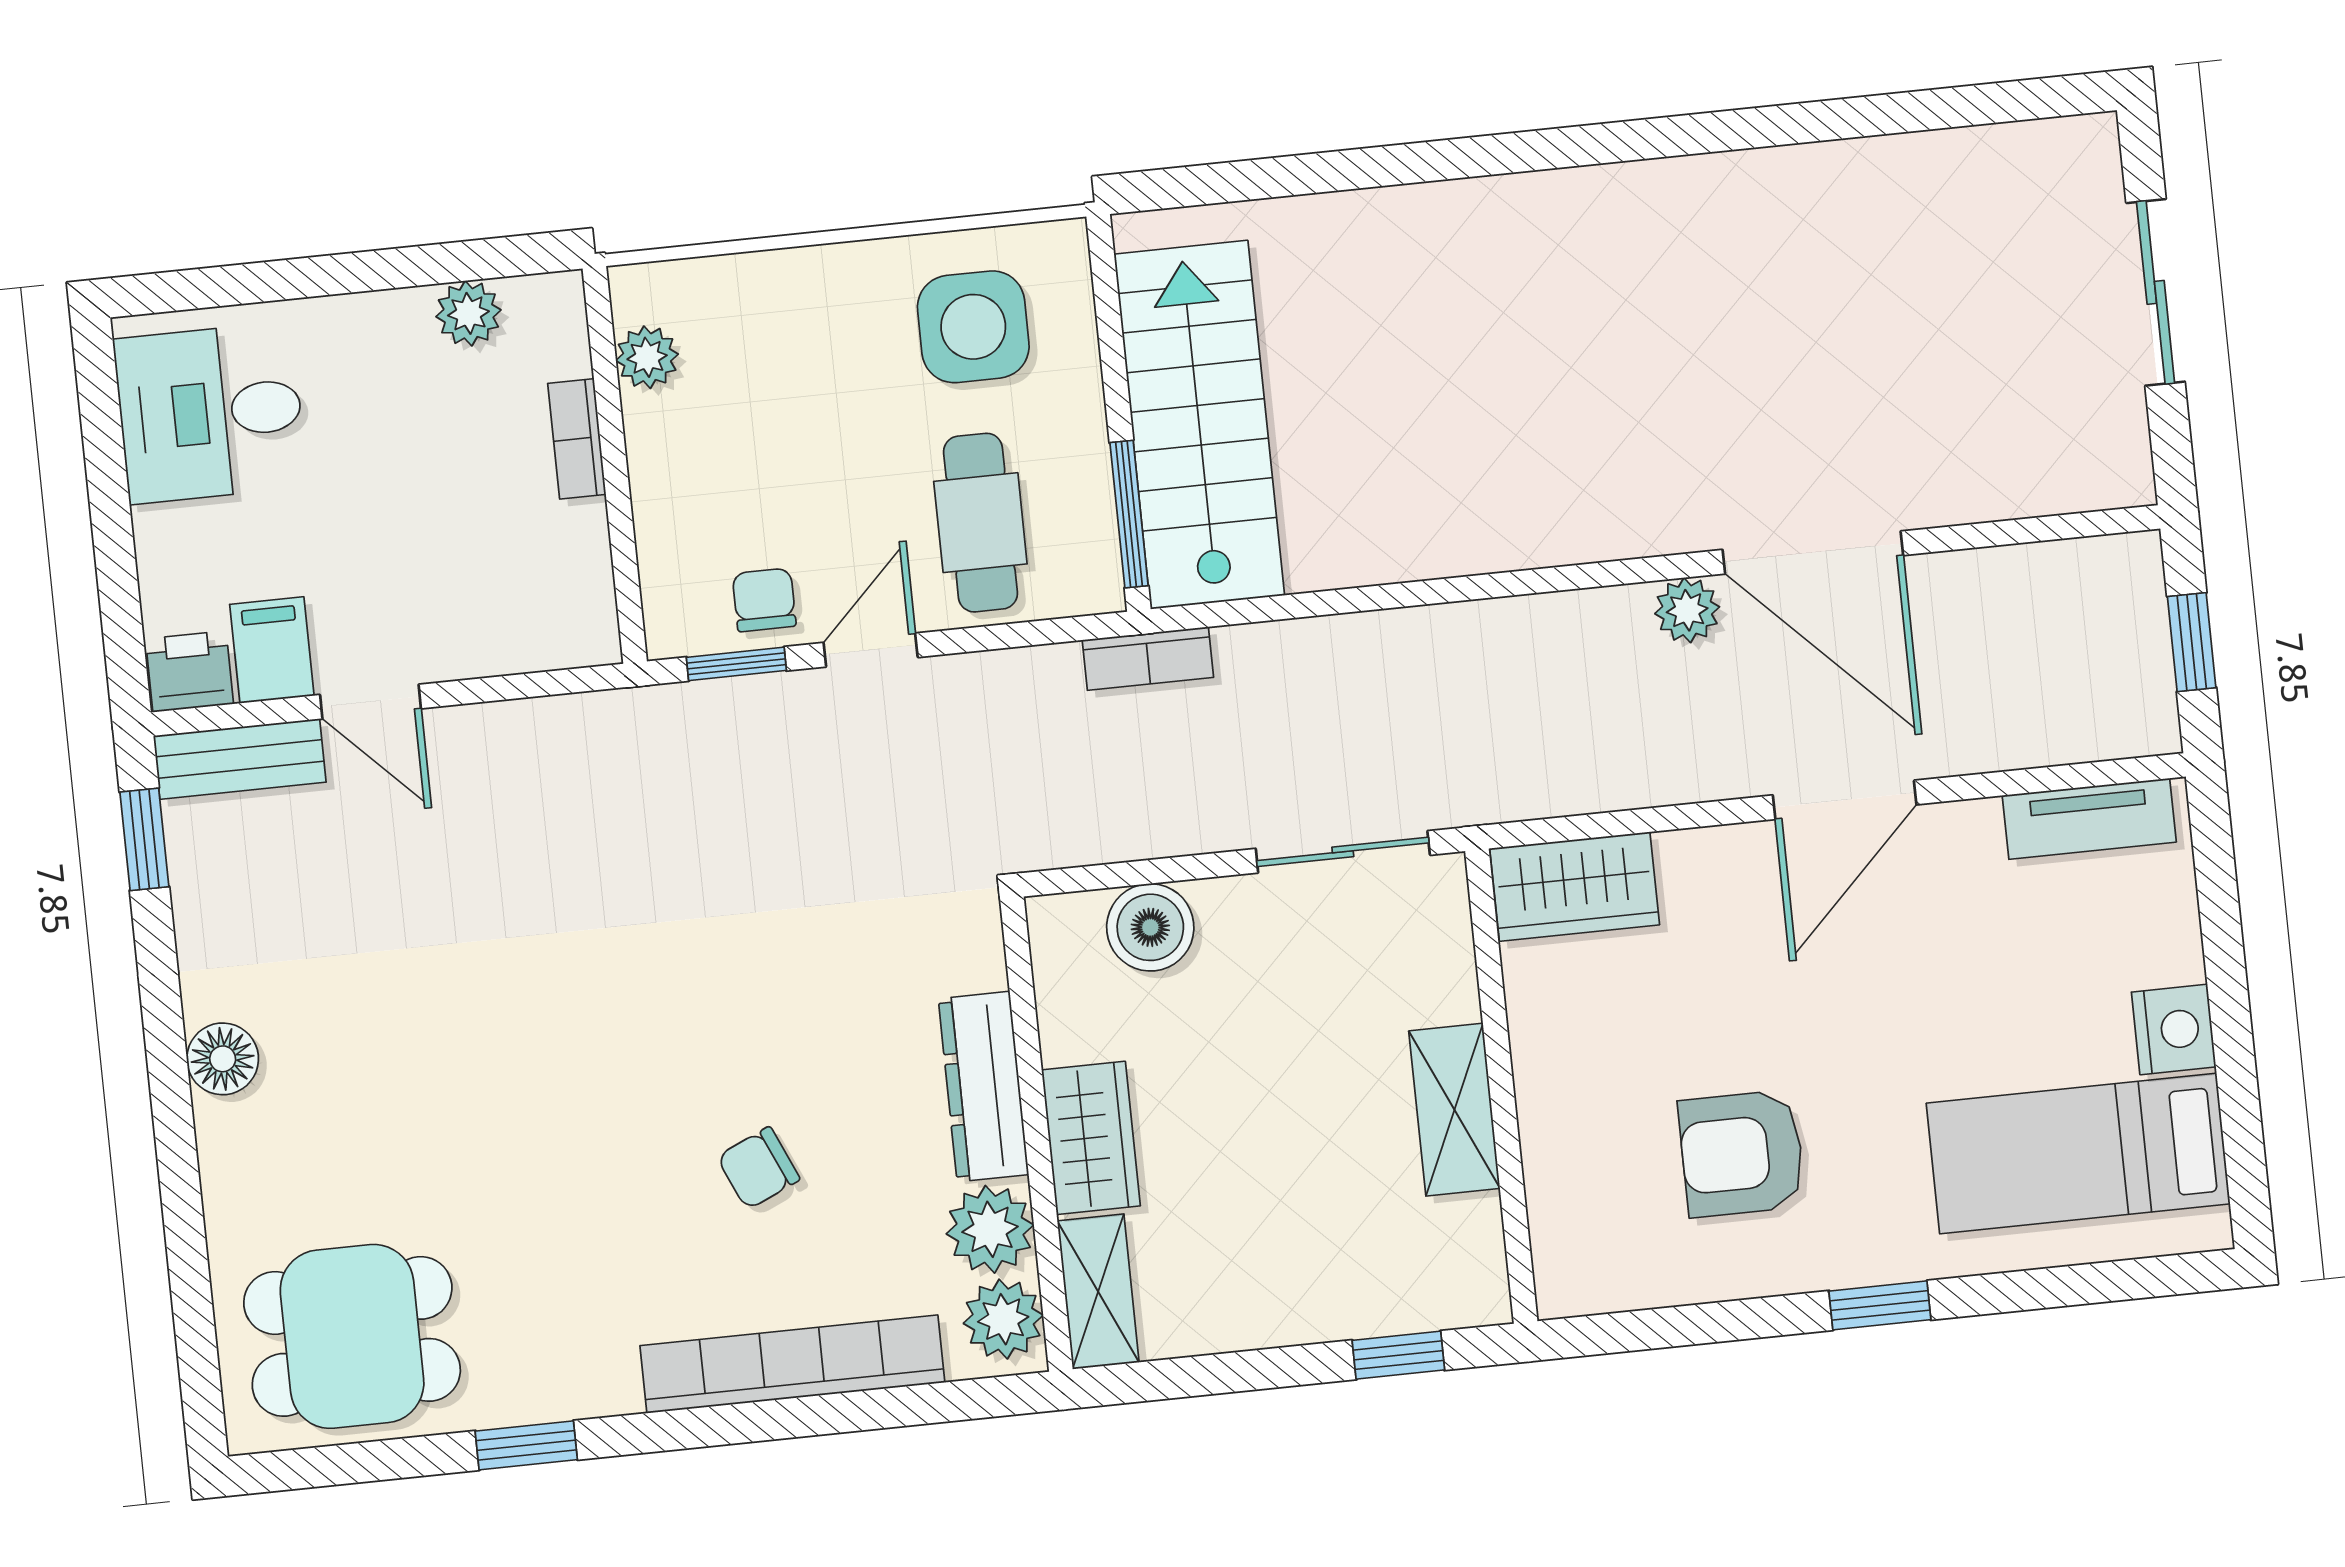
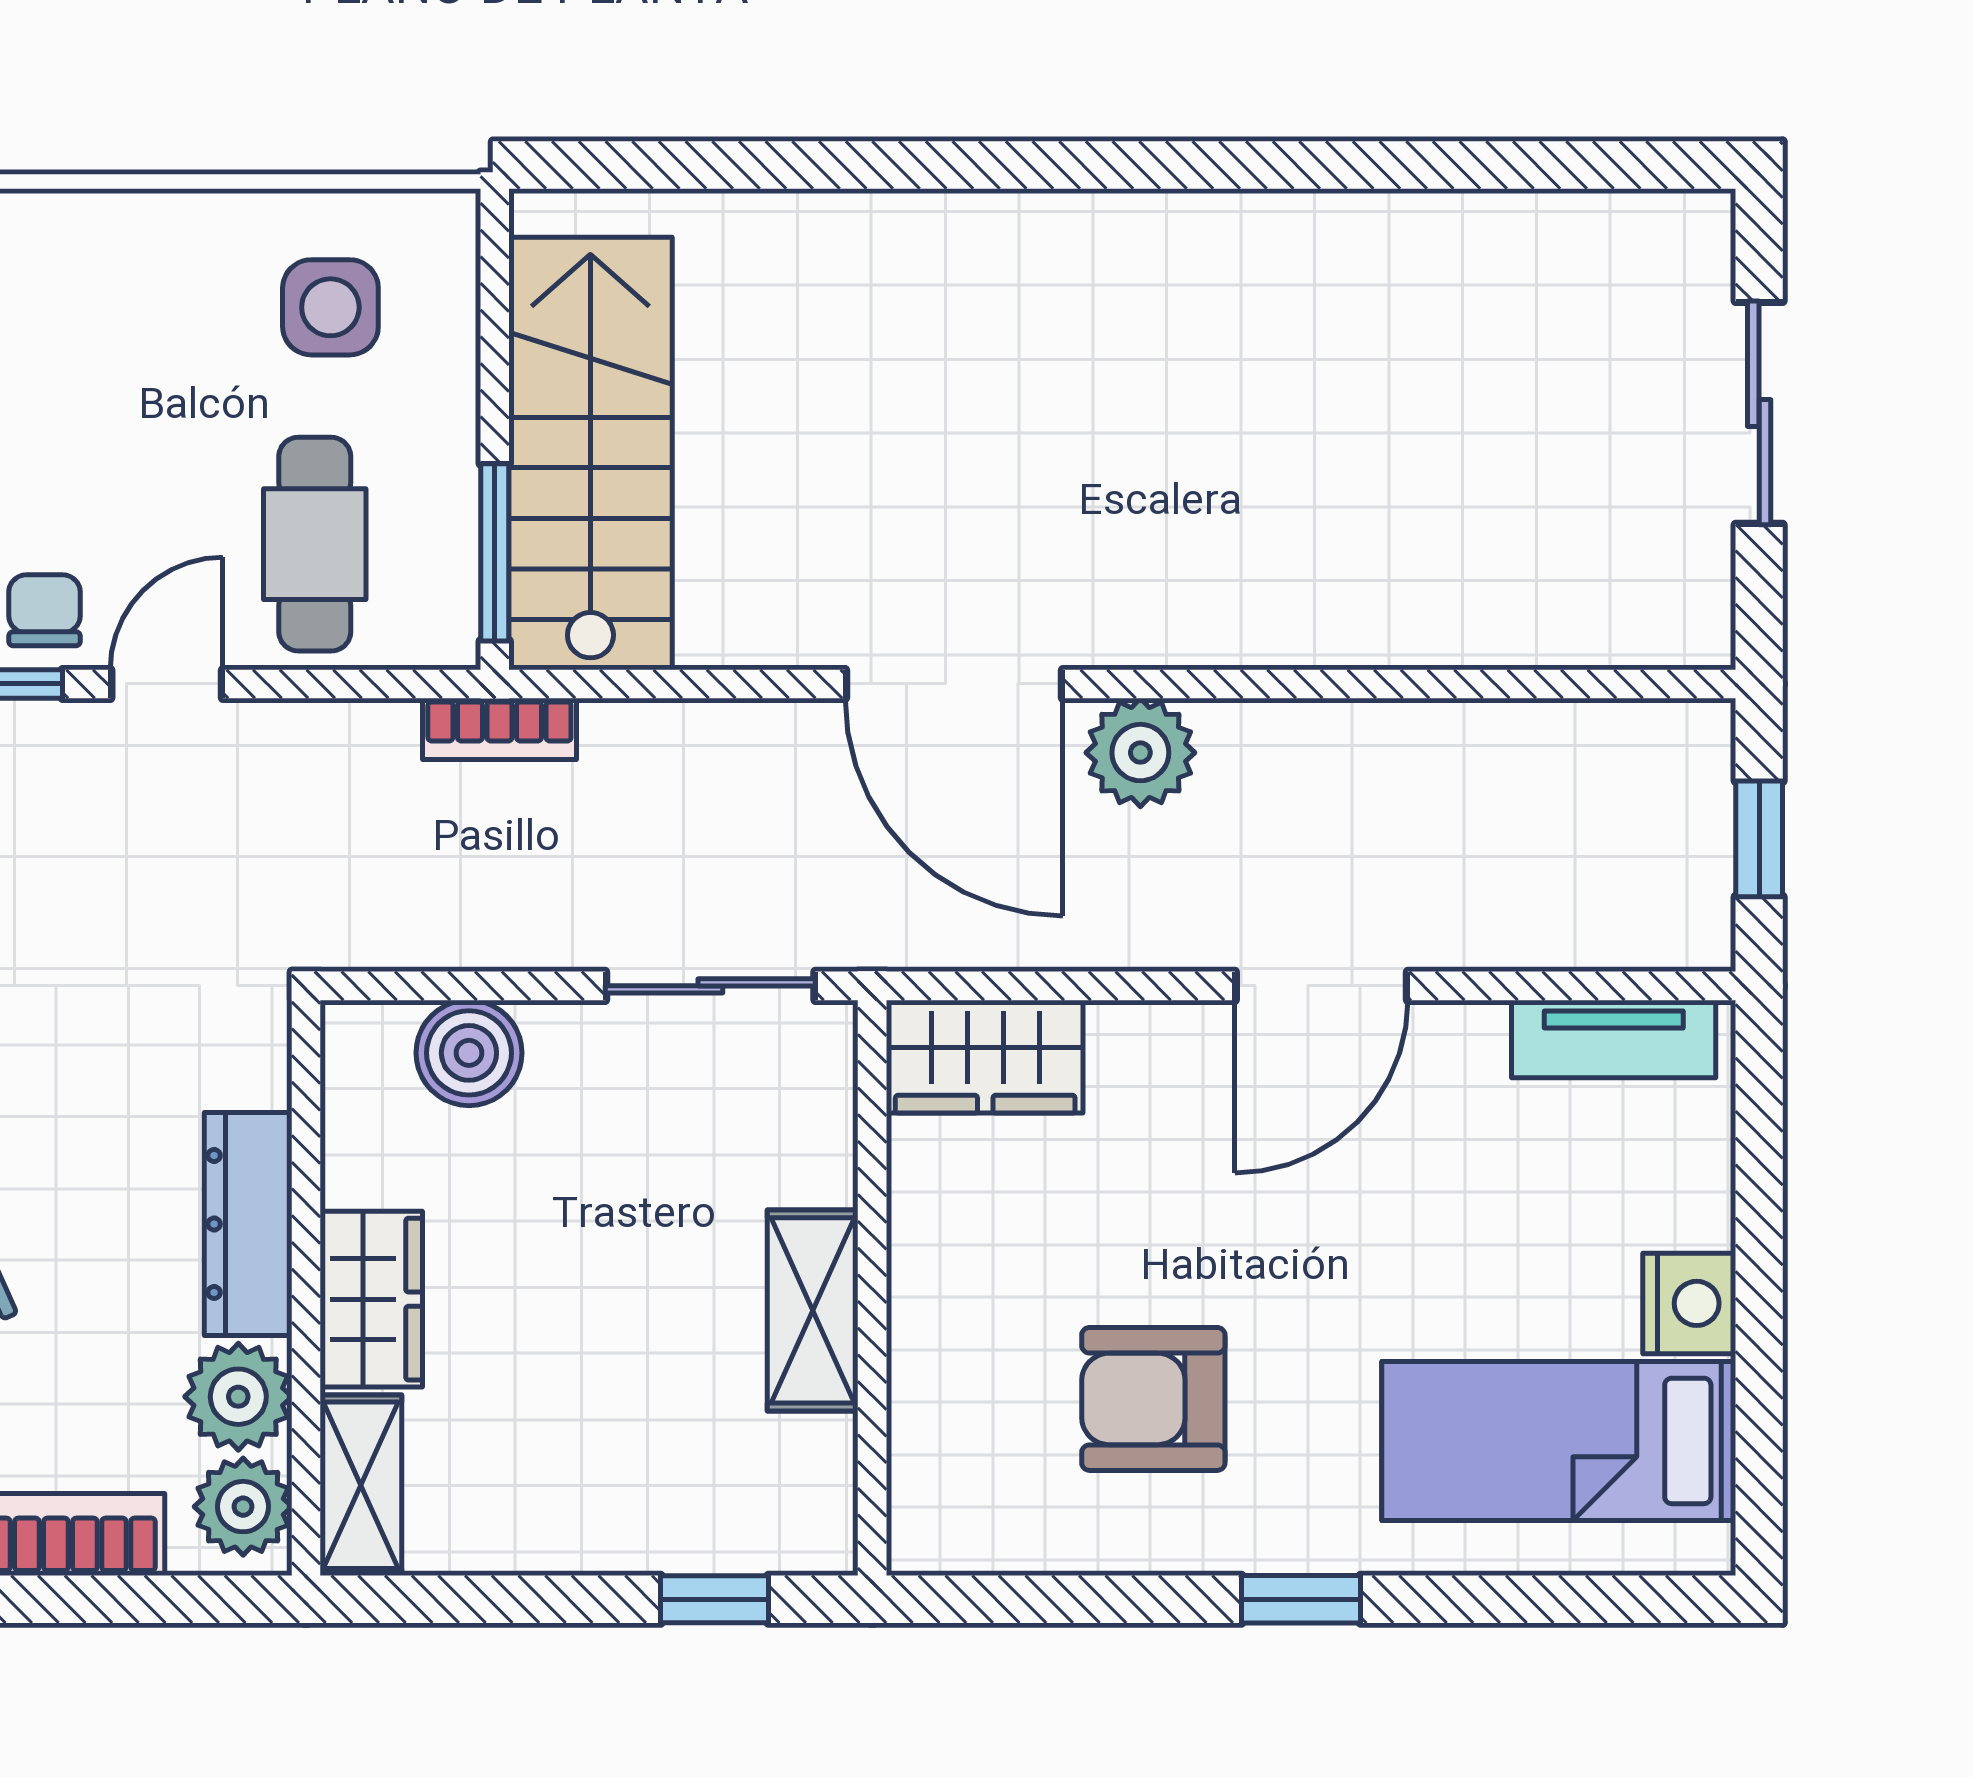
side table: (973, 327) -> (330, 307), width x0.73, depth x0.73
door: (1813, 553) -> (954, 684), moved
plant: (1687, 610) -> (1140, 753), width x1.38, depth x1.38

